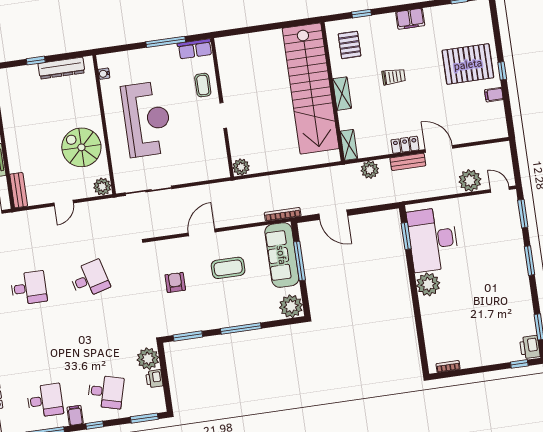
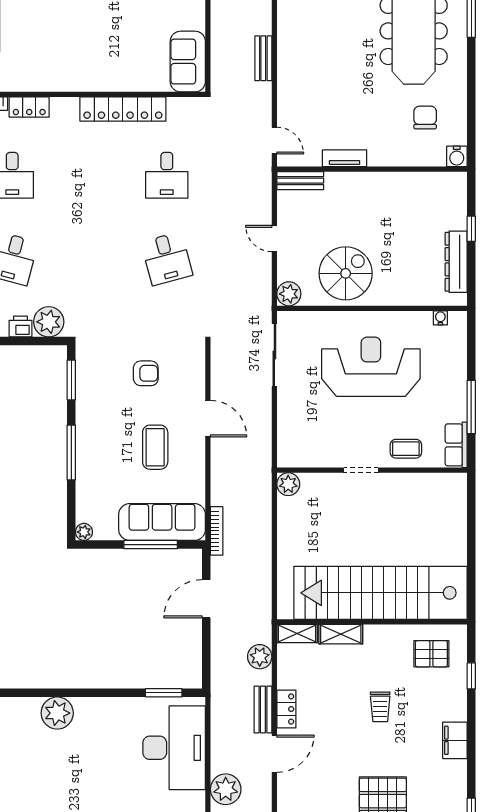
shelving: (342, 94) -> (341, 634), moved
reception desk: (147, 119) -> (371, 367), turned 180
desk: (433, 239) -> (174, 748), moved, turned 90
plant: (428, 284) -> (57, 713), moved
plant: (291, 306) -> (84, 532), width x0.53, depth x0.53

